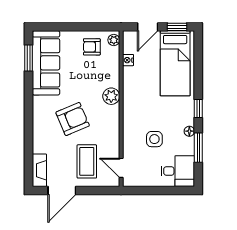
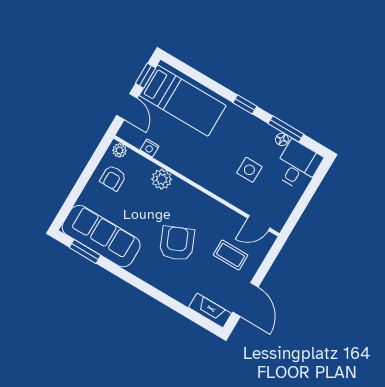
plant: (111, 96) -> (162, 179), moved
floor lamp: (189, 131) -> (282, 139), moved
coffee table: (87, 161) -> (230, 255), width x0.73, depth x0.77

